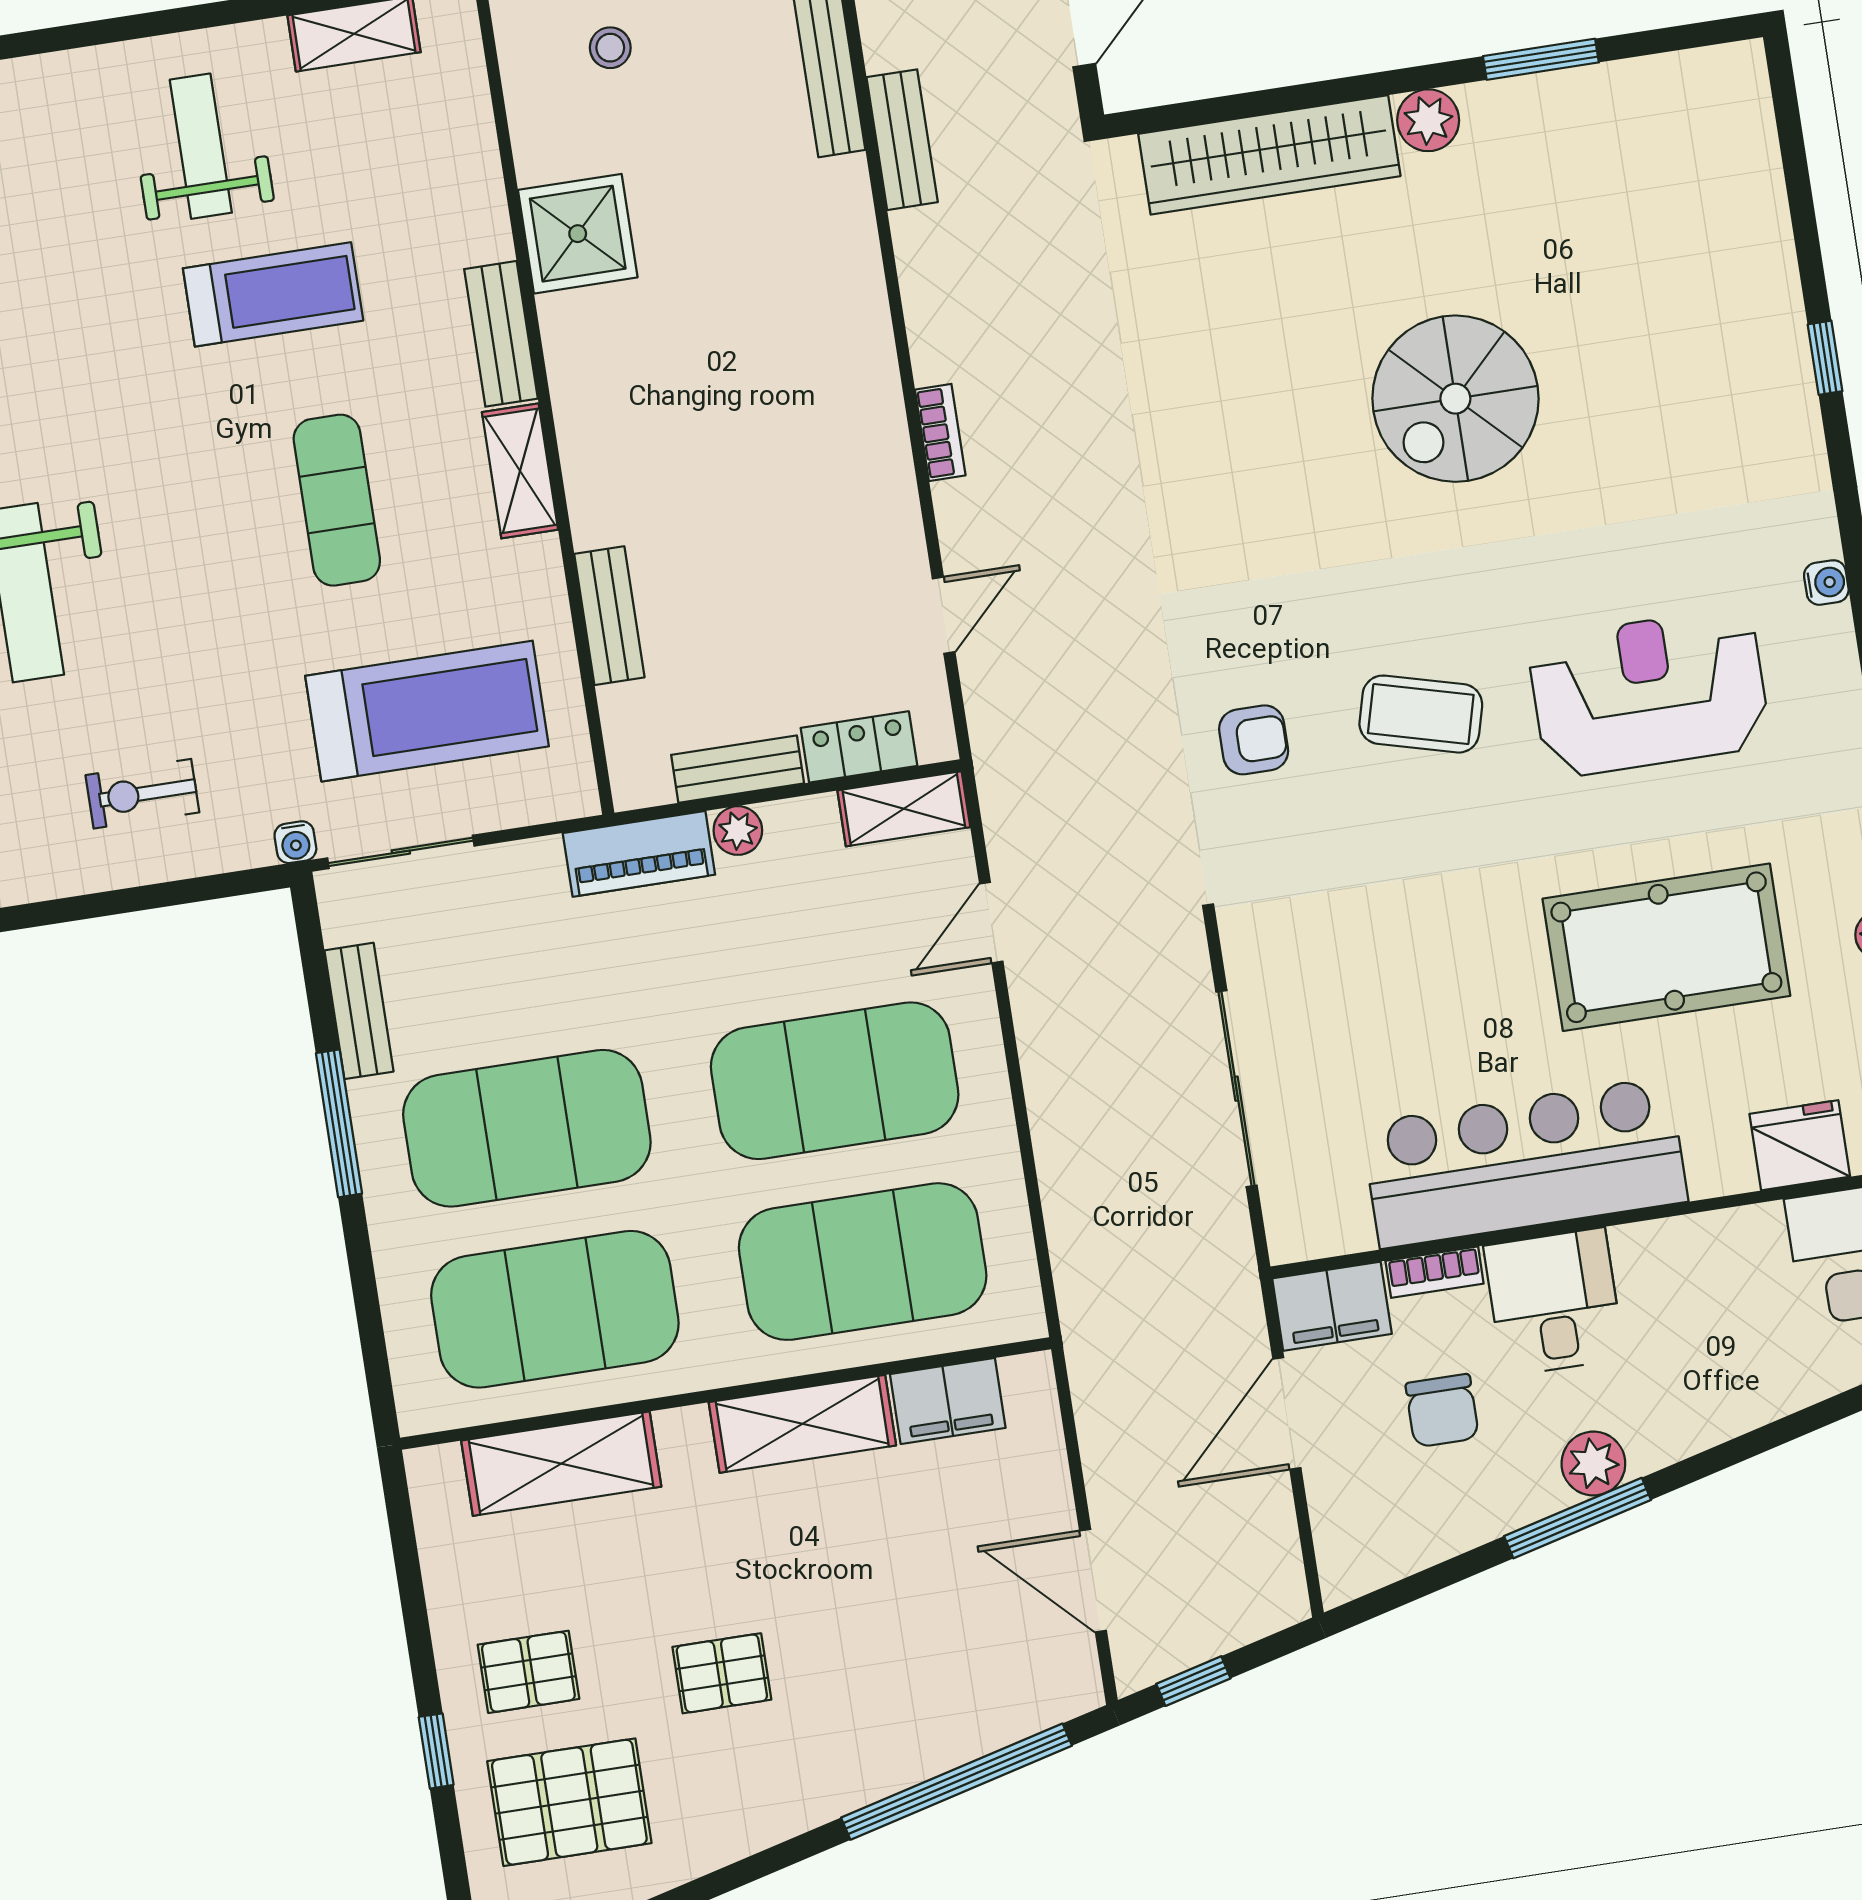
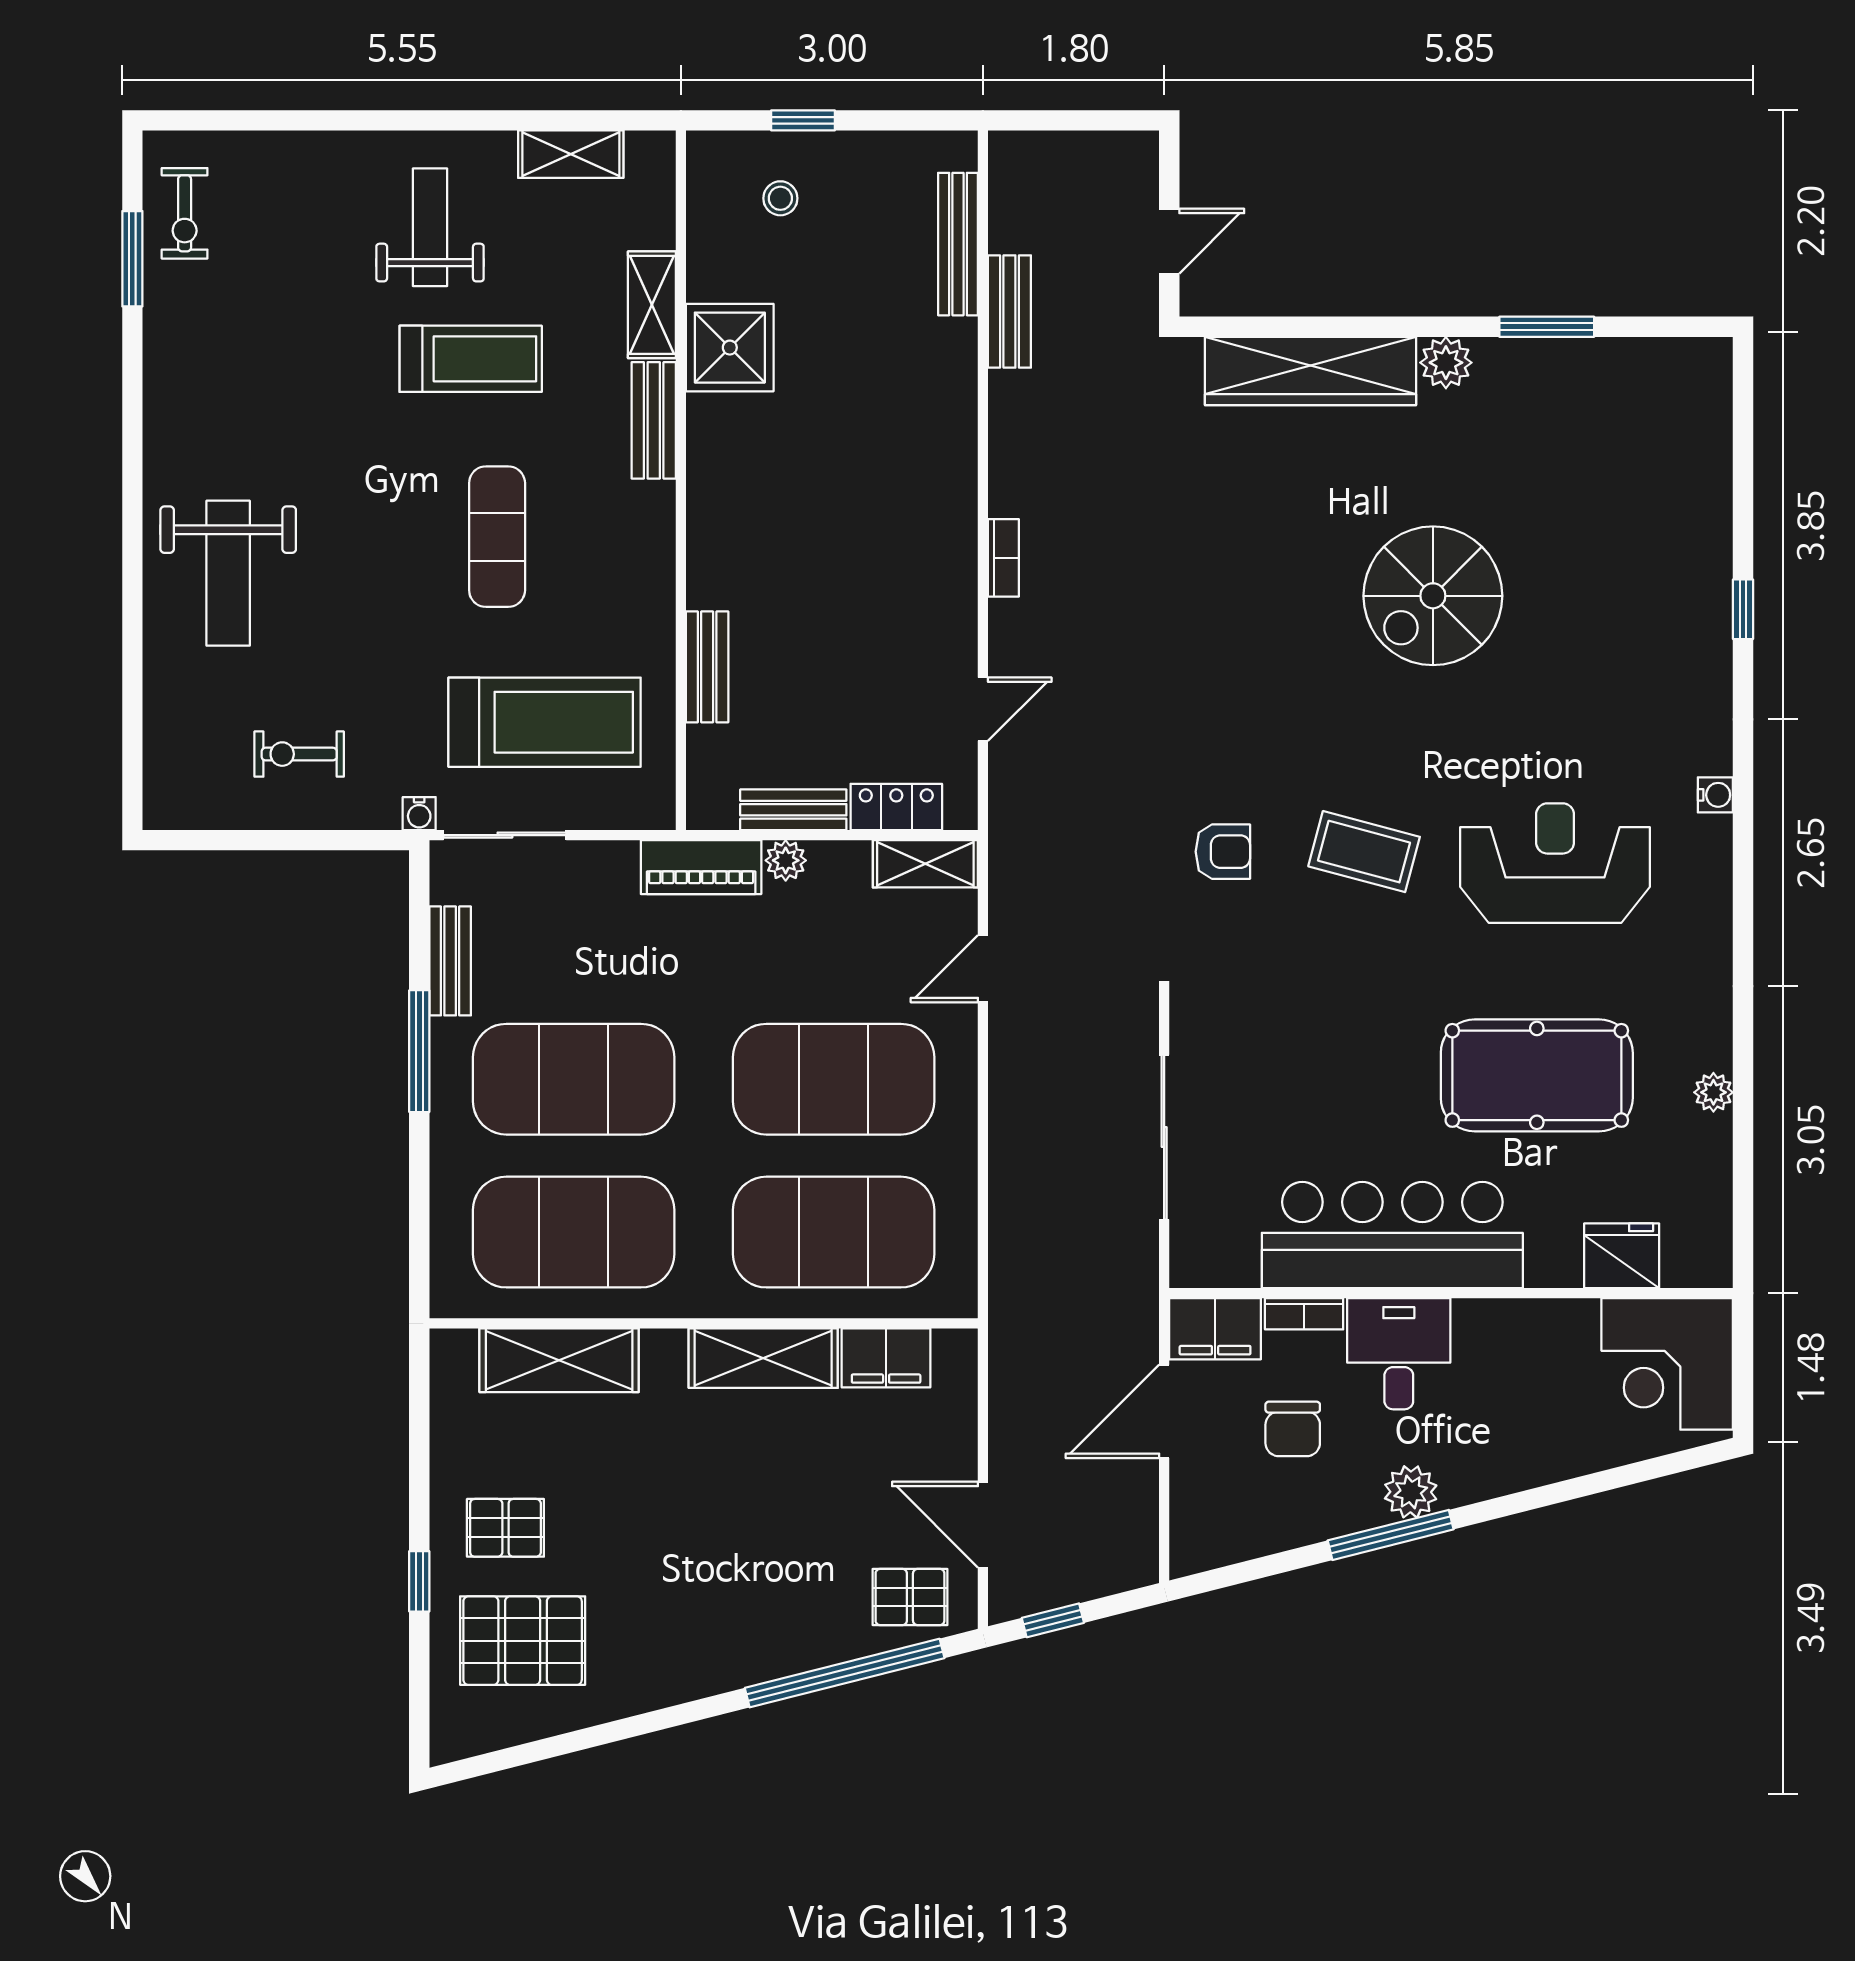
shelving: (520, 471) -> (652, 305), moved
pallet: (722, 1673) -> (910, 1597), moved

